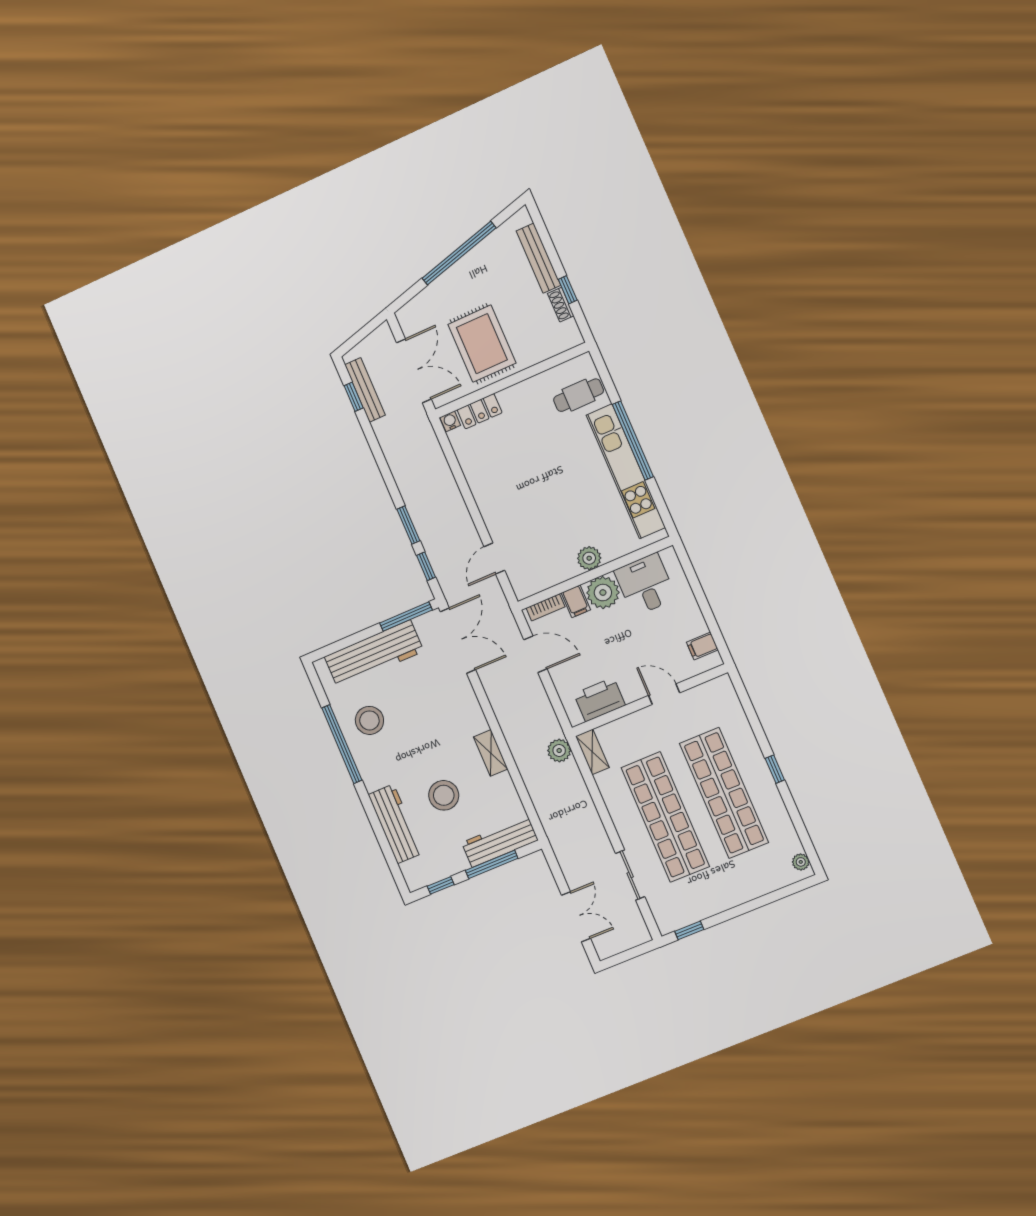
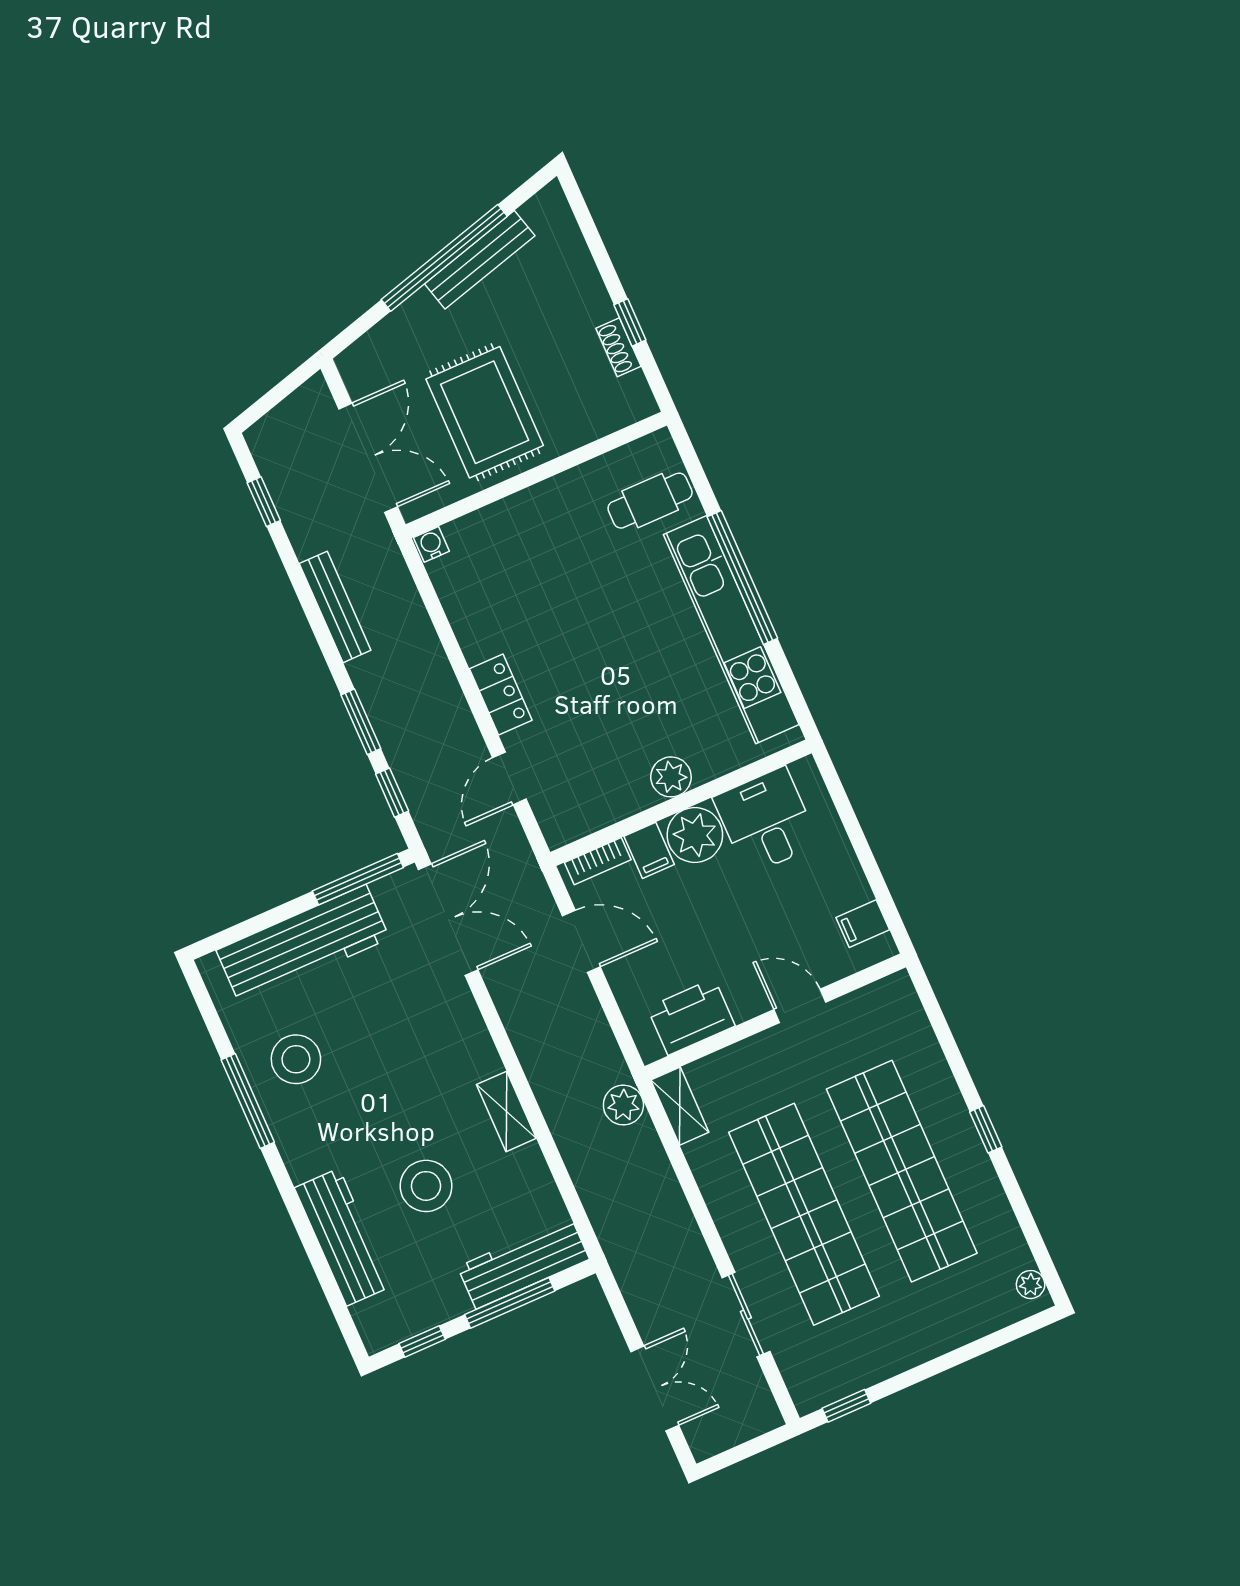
bench: (539, 258) -> (480, 260), moved, turned 75
bench: (365, 390) -> (335, 607), moved
locker: (480, 411) -> (501, 695), moved, turned -90
window: (342, 744) -> (248, 1101), width x0.68

